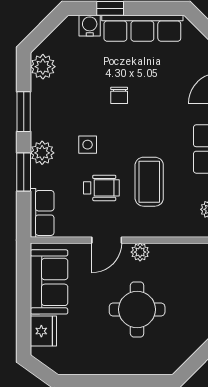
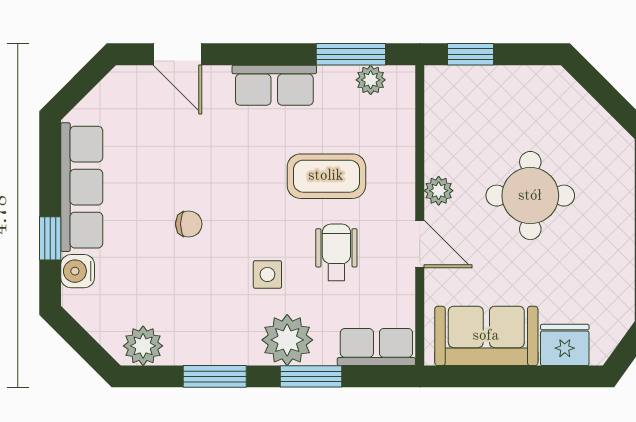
plant: (42, 153) -> (287, 340), width x1.36, depth x1.36

